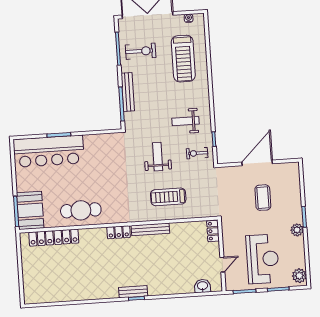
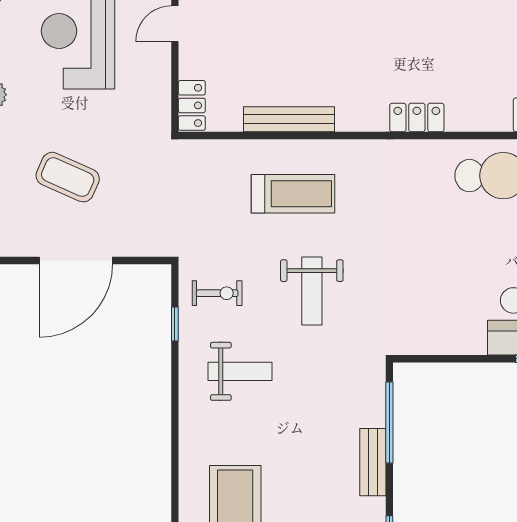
bench: (128, 92) -> (373, 462), width x0.73
coffee table: (263, 198) -> (68, 177), turned -66
bench: (150, 229) -> (289, 119), moved

